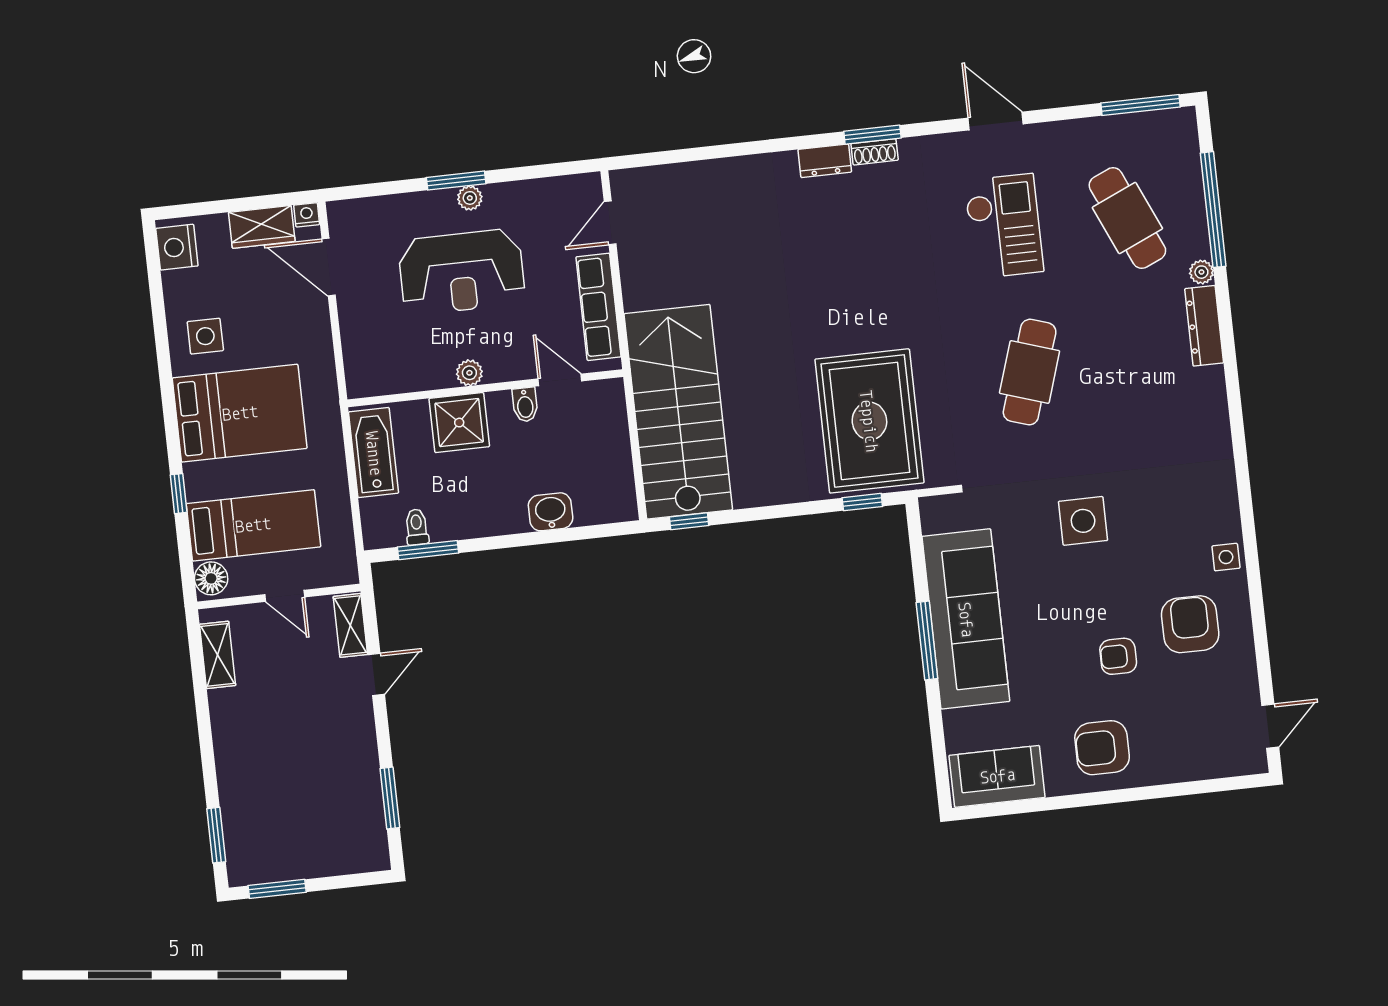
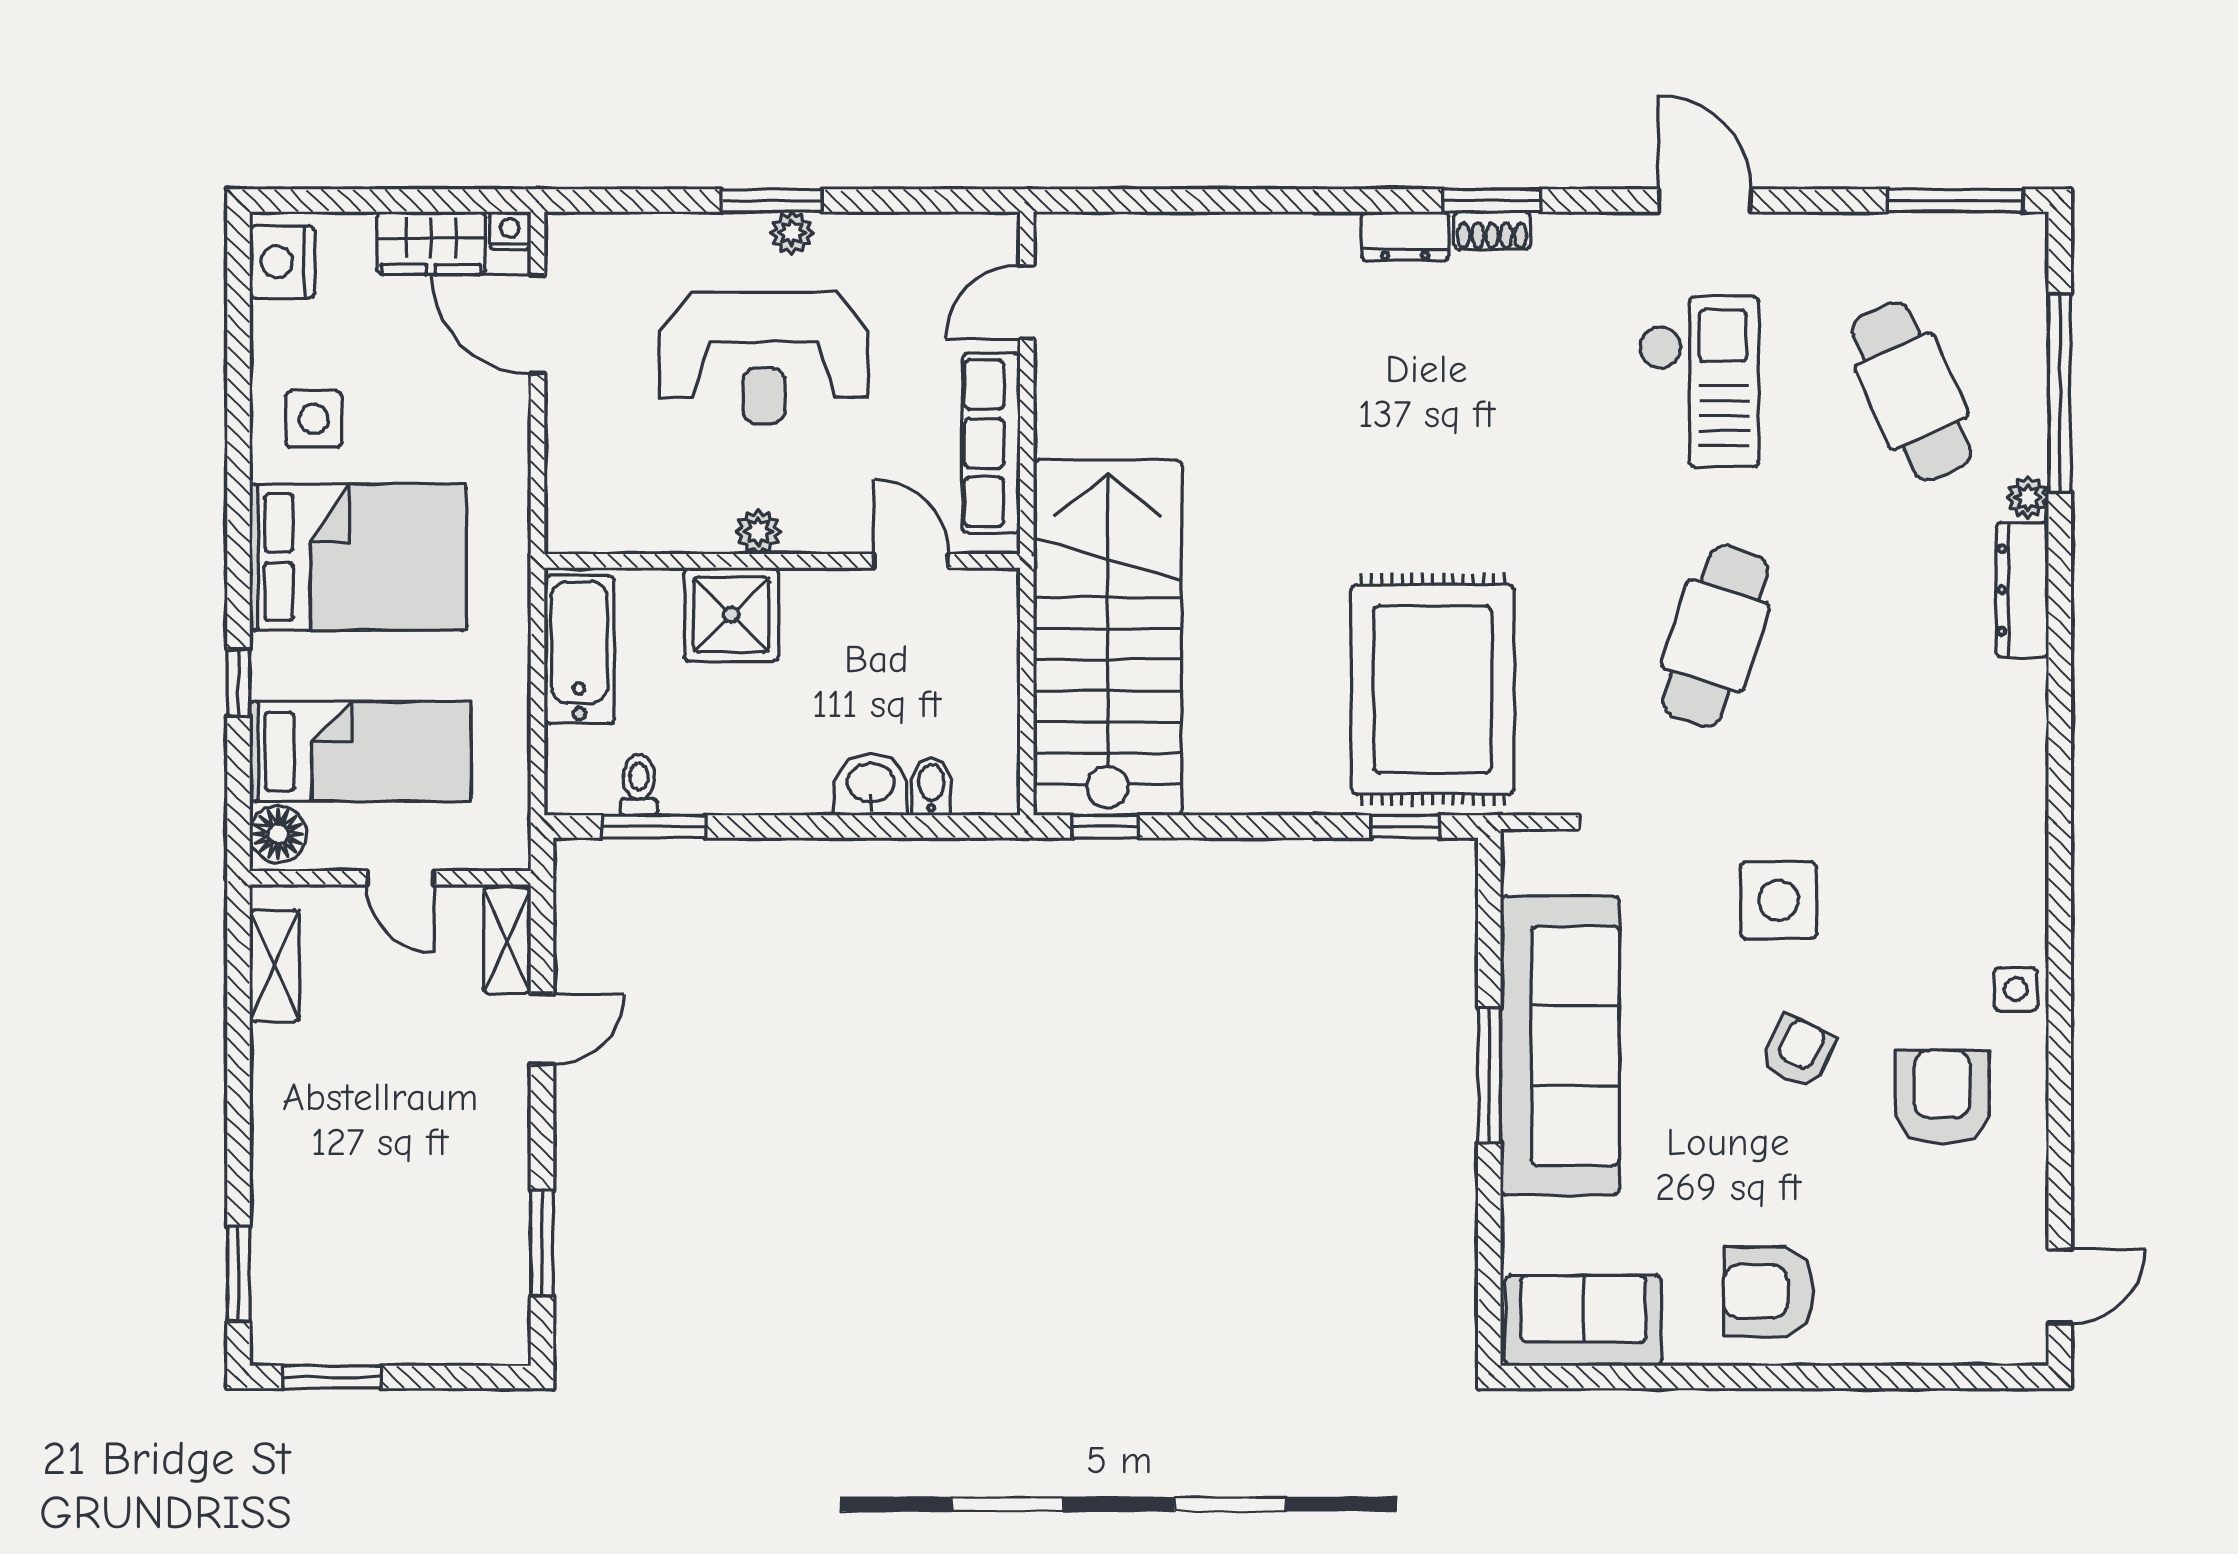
bidet: (525, 405) -> (931, 787), moved, turned 180
armchair: (1118, 656) -> (1798, 1052), moved, turned 116

